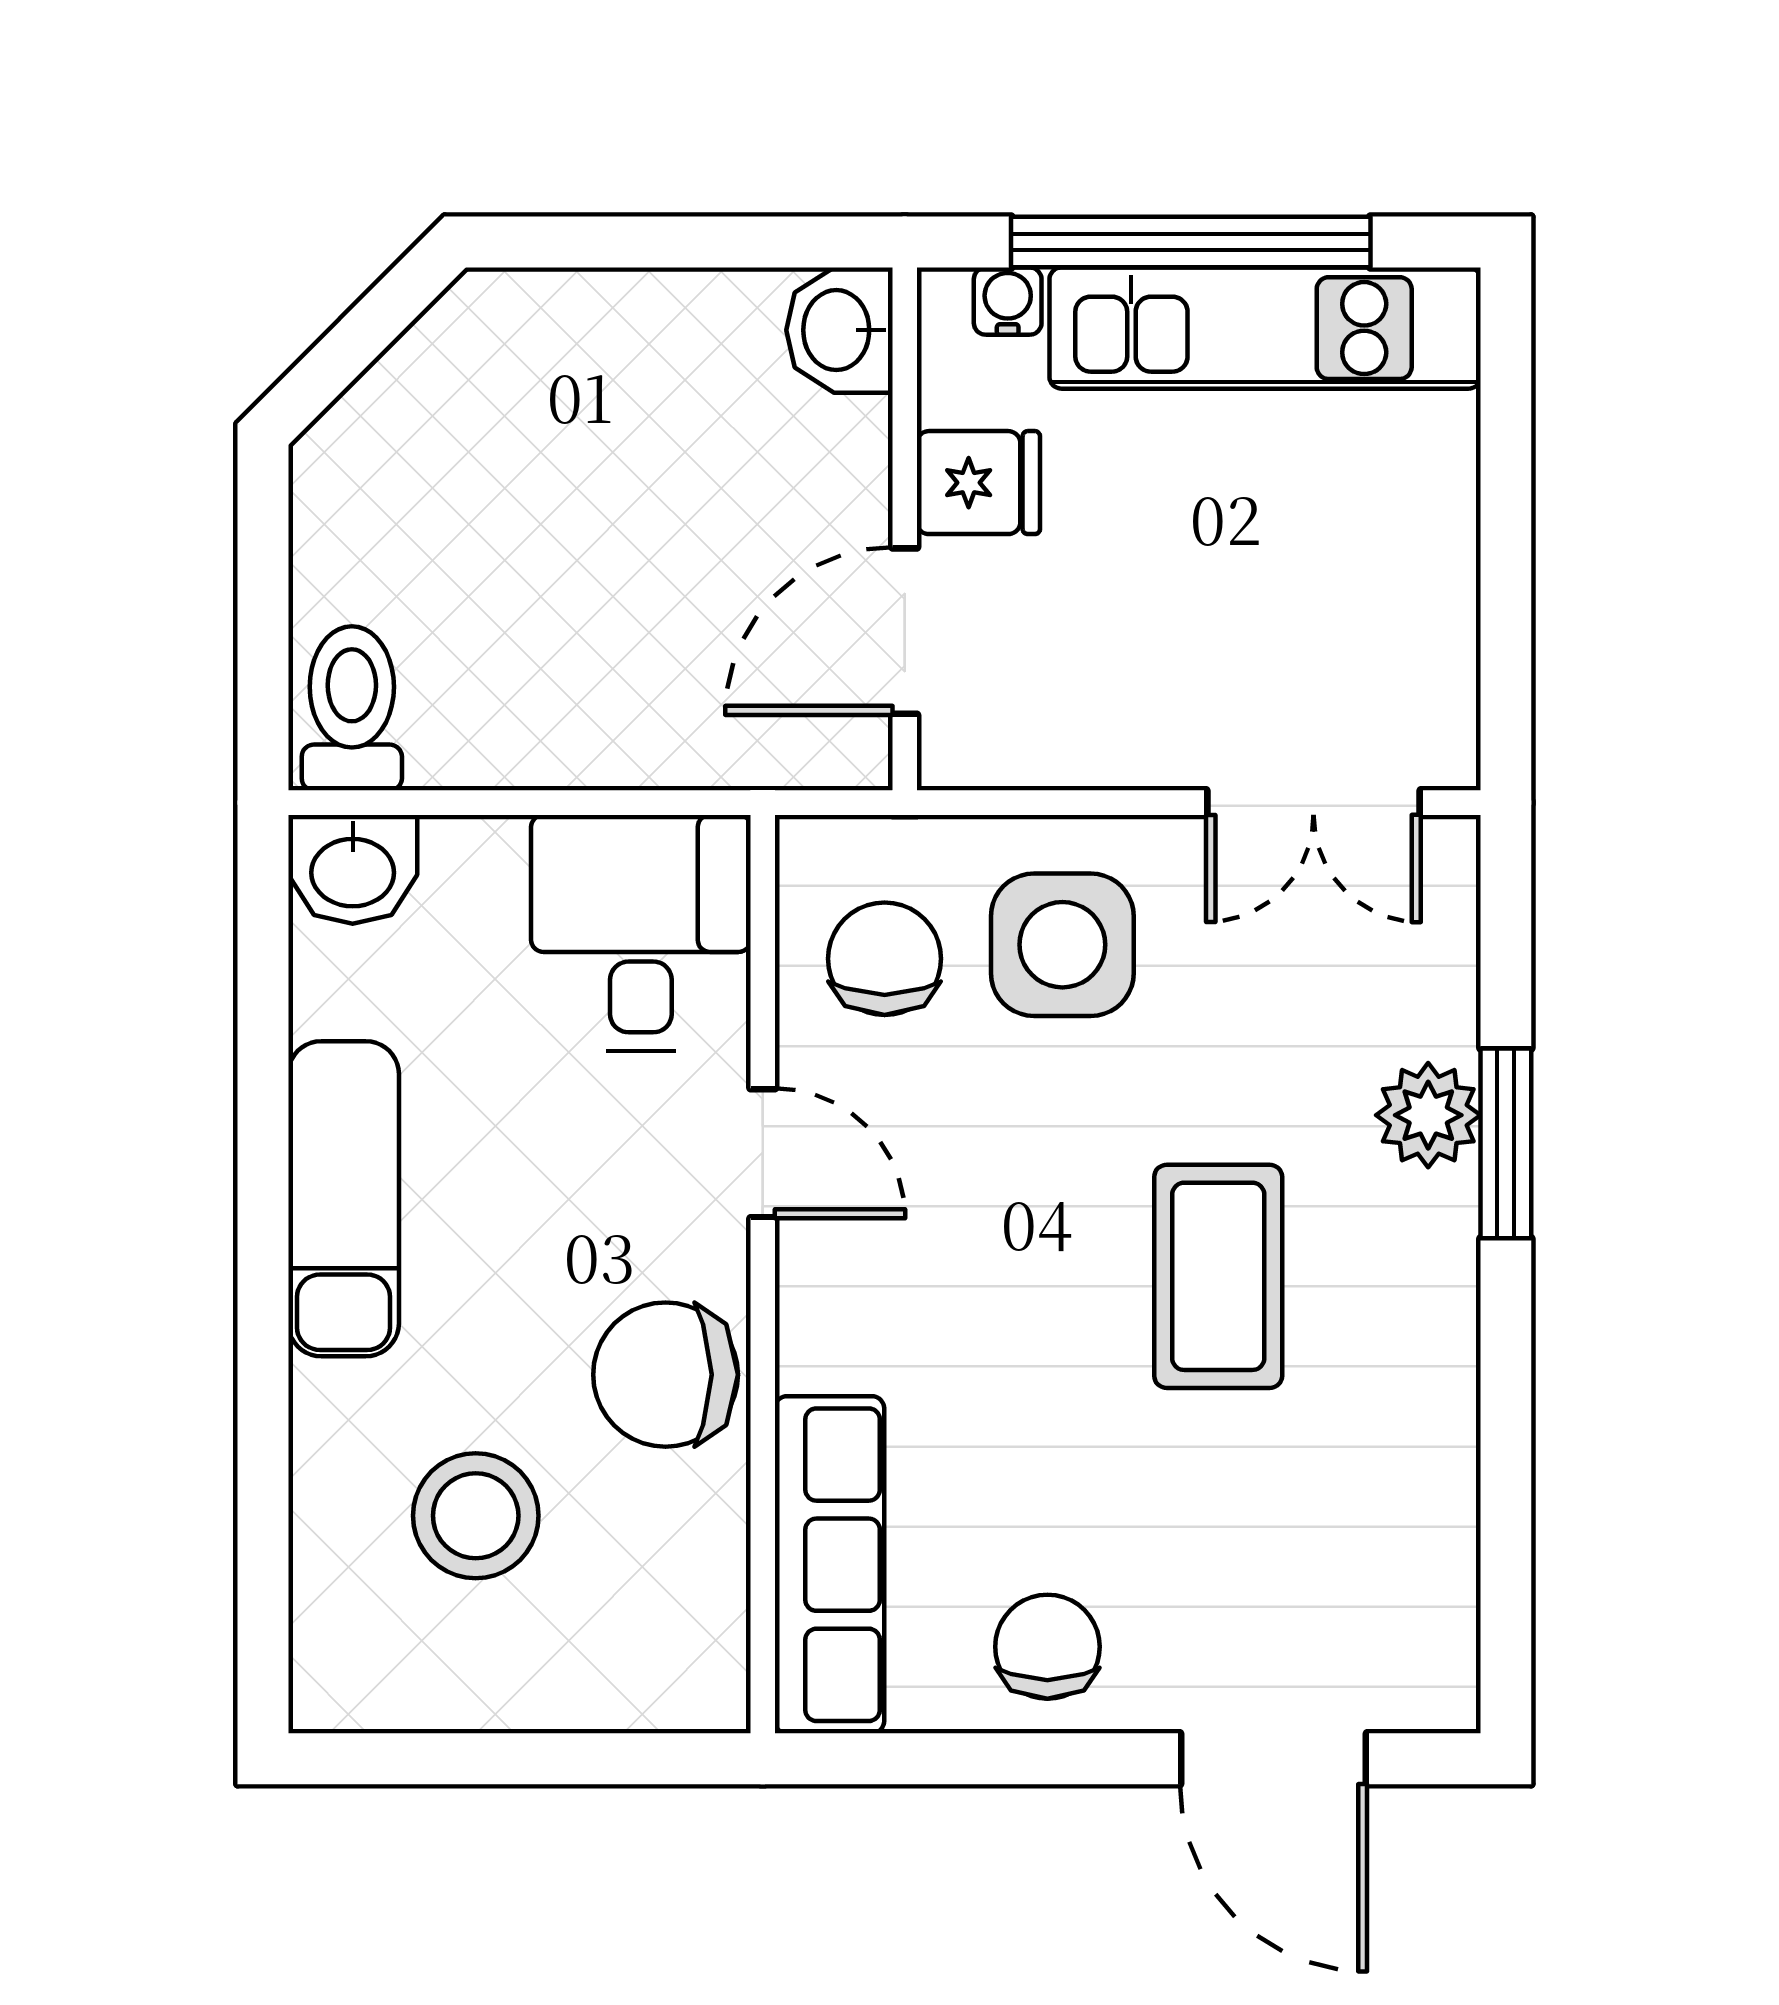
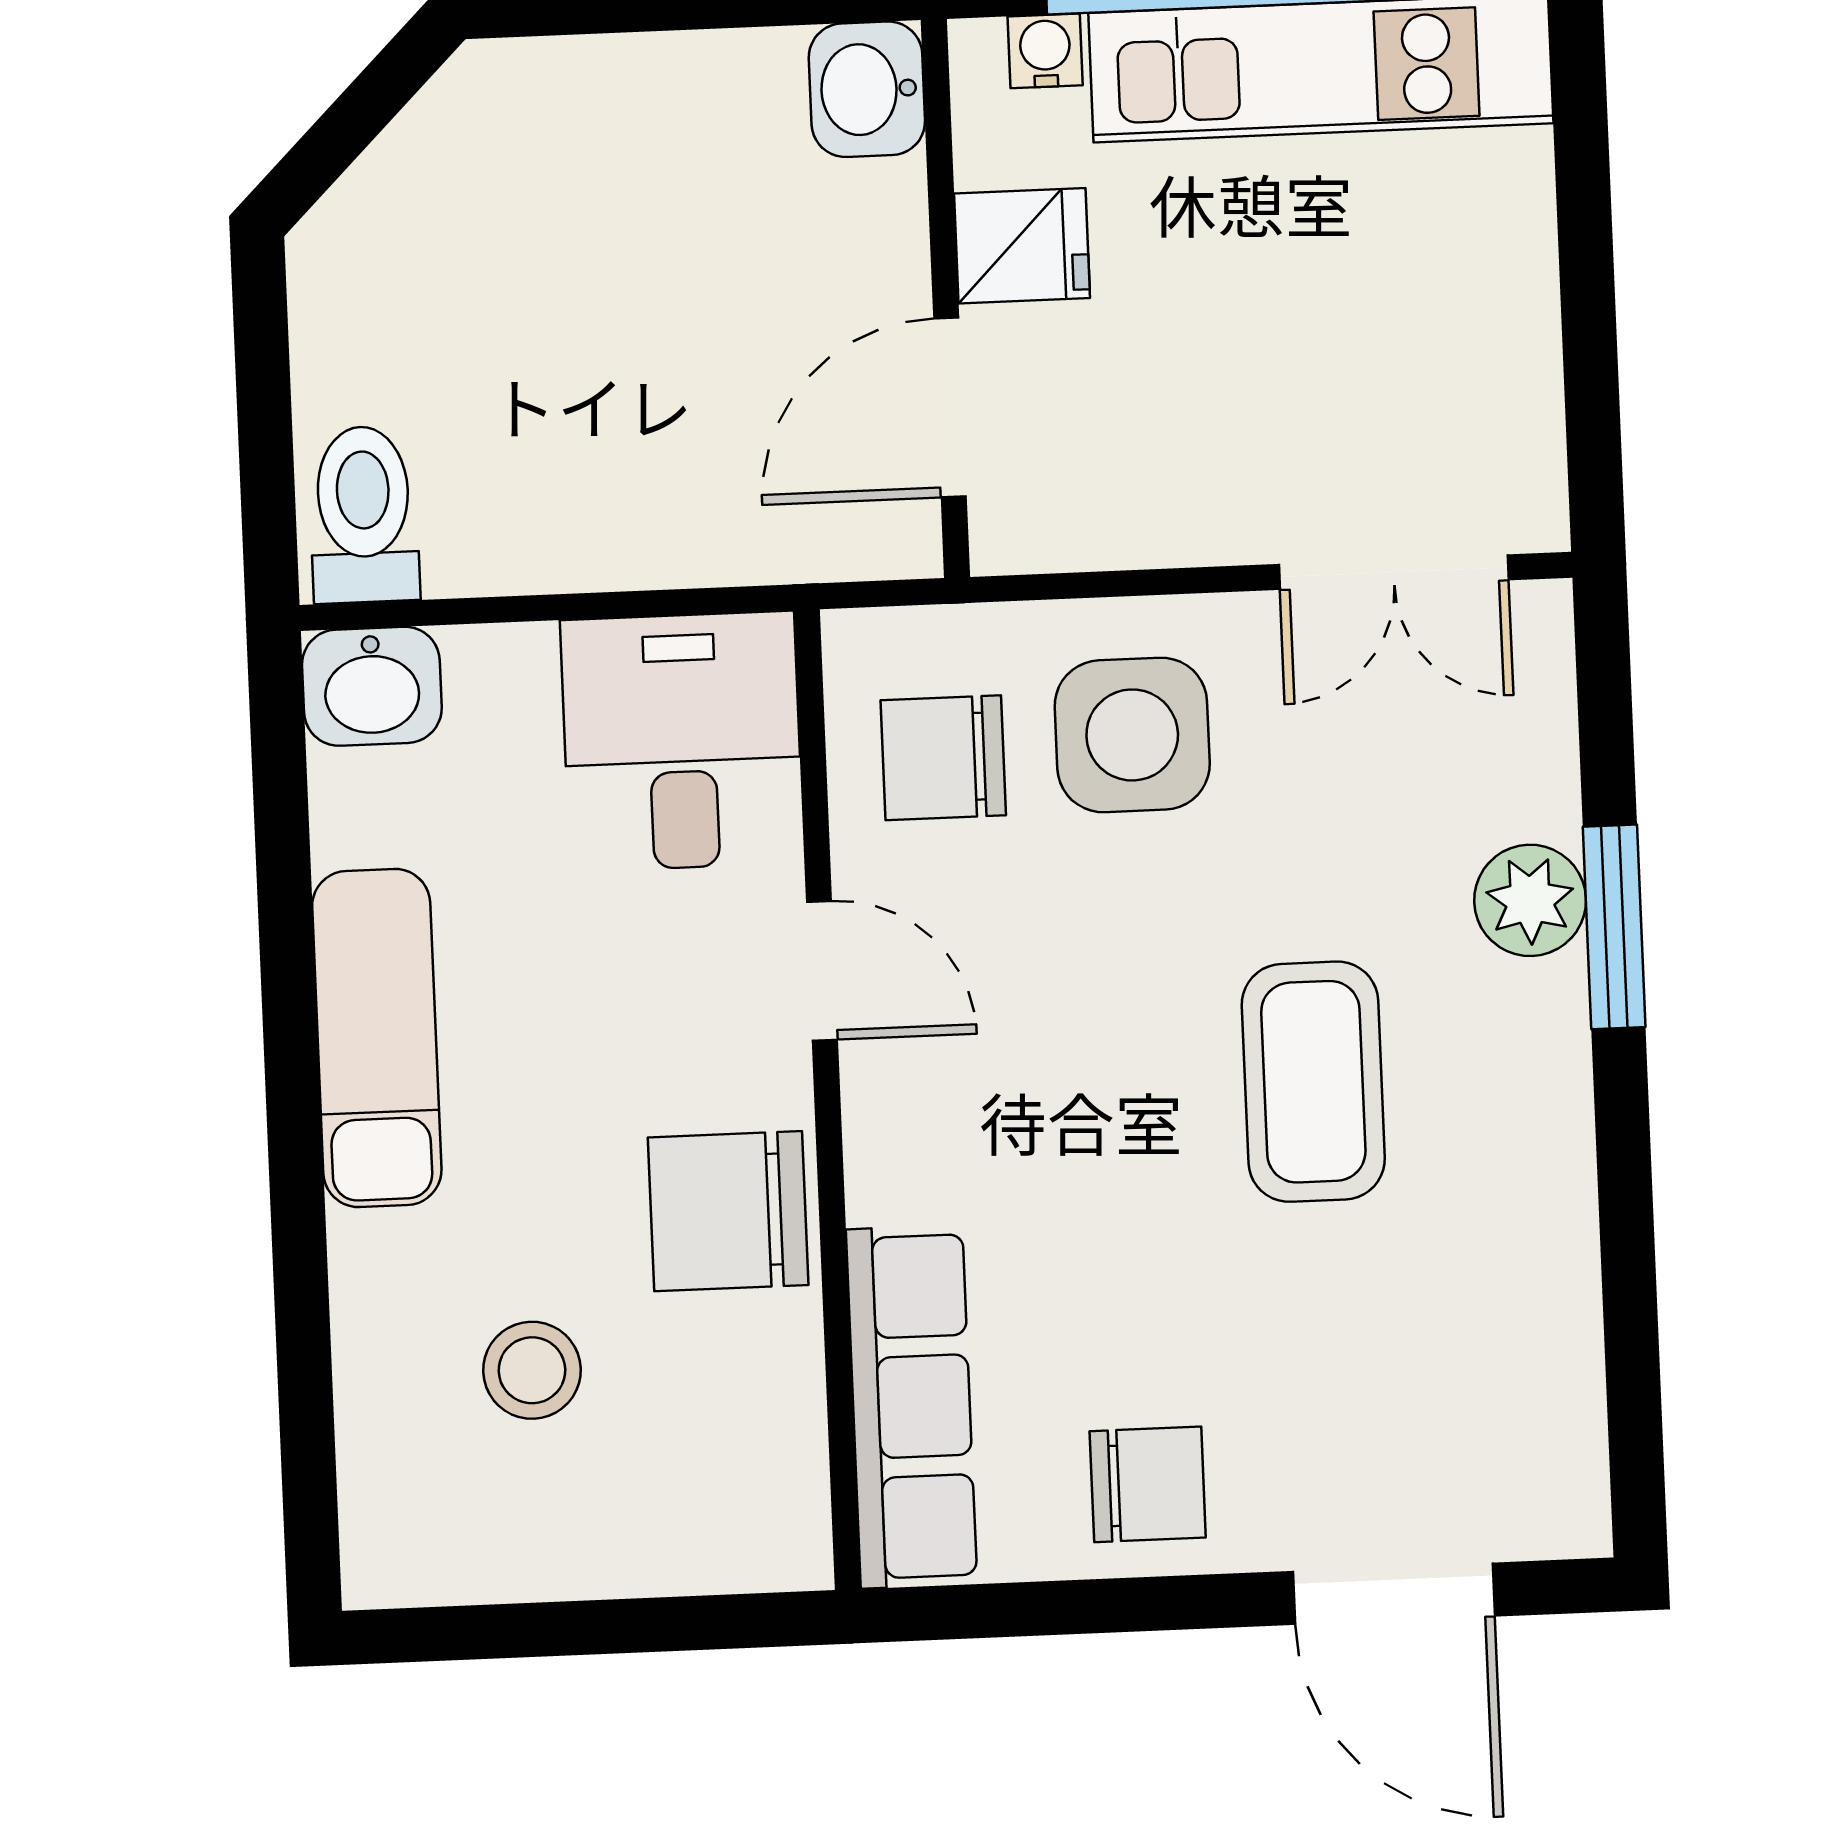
chair: (885, 959) -> (943, 758), turned -90
stool: (476, 1516) -> (532, 1370), width x0.73, depth x0.73
chair: (1047, 1647) -> (1148, 1484), turned 90

